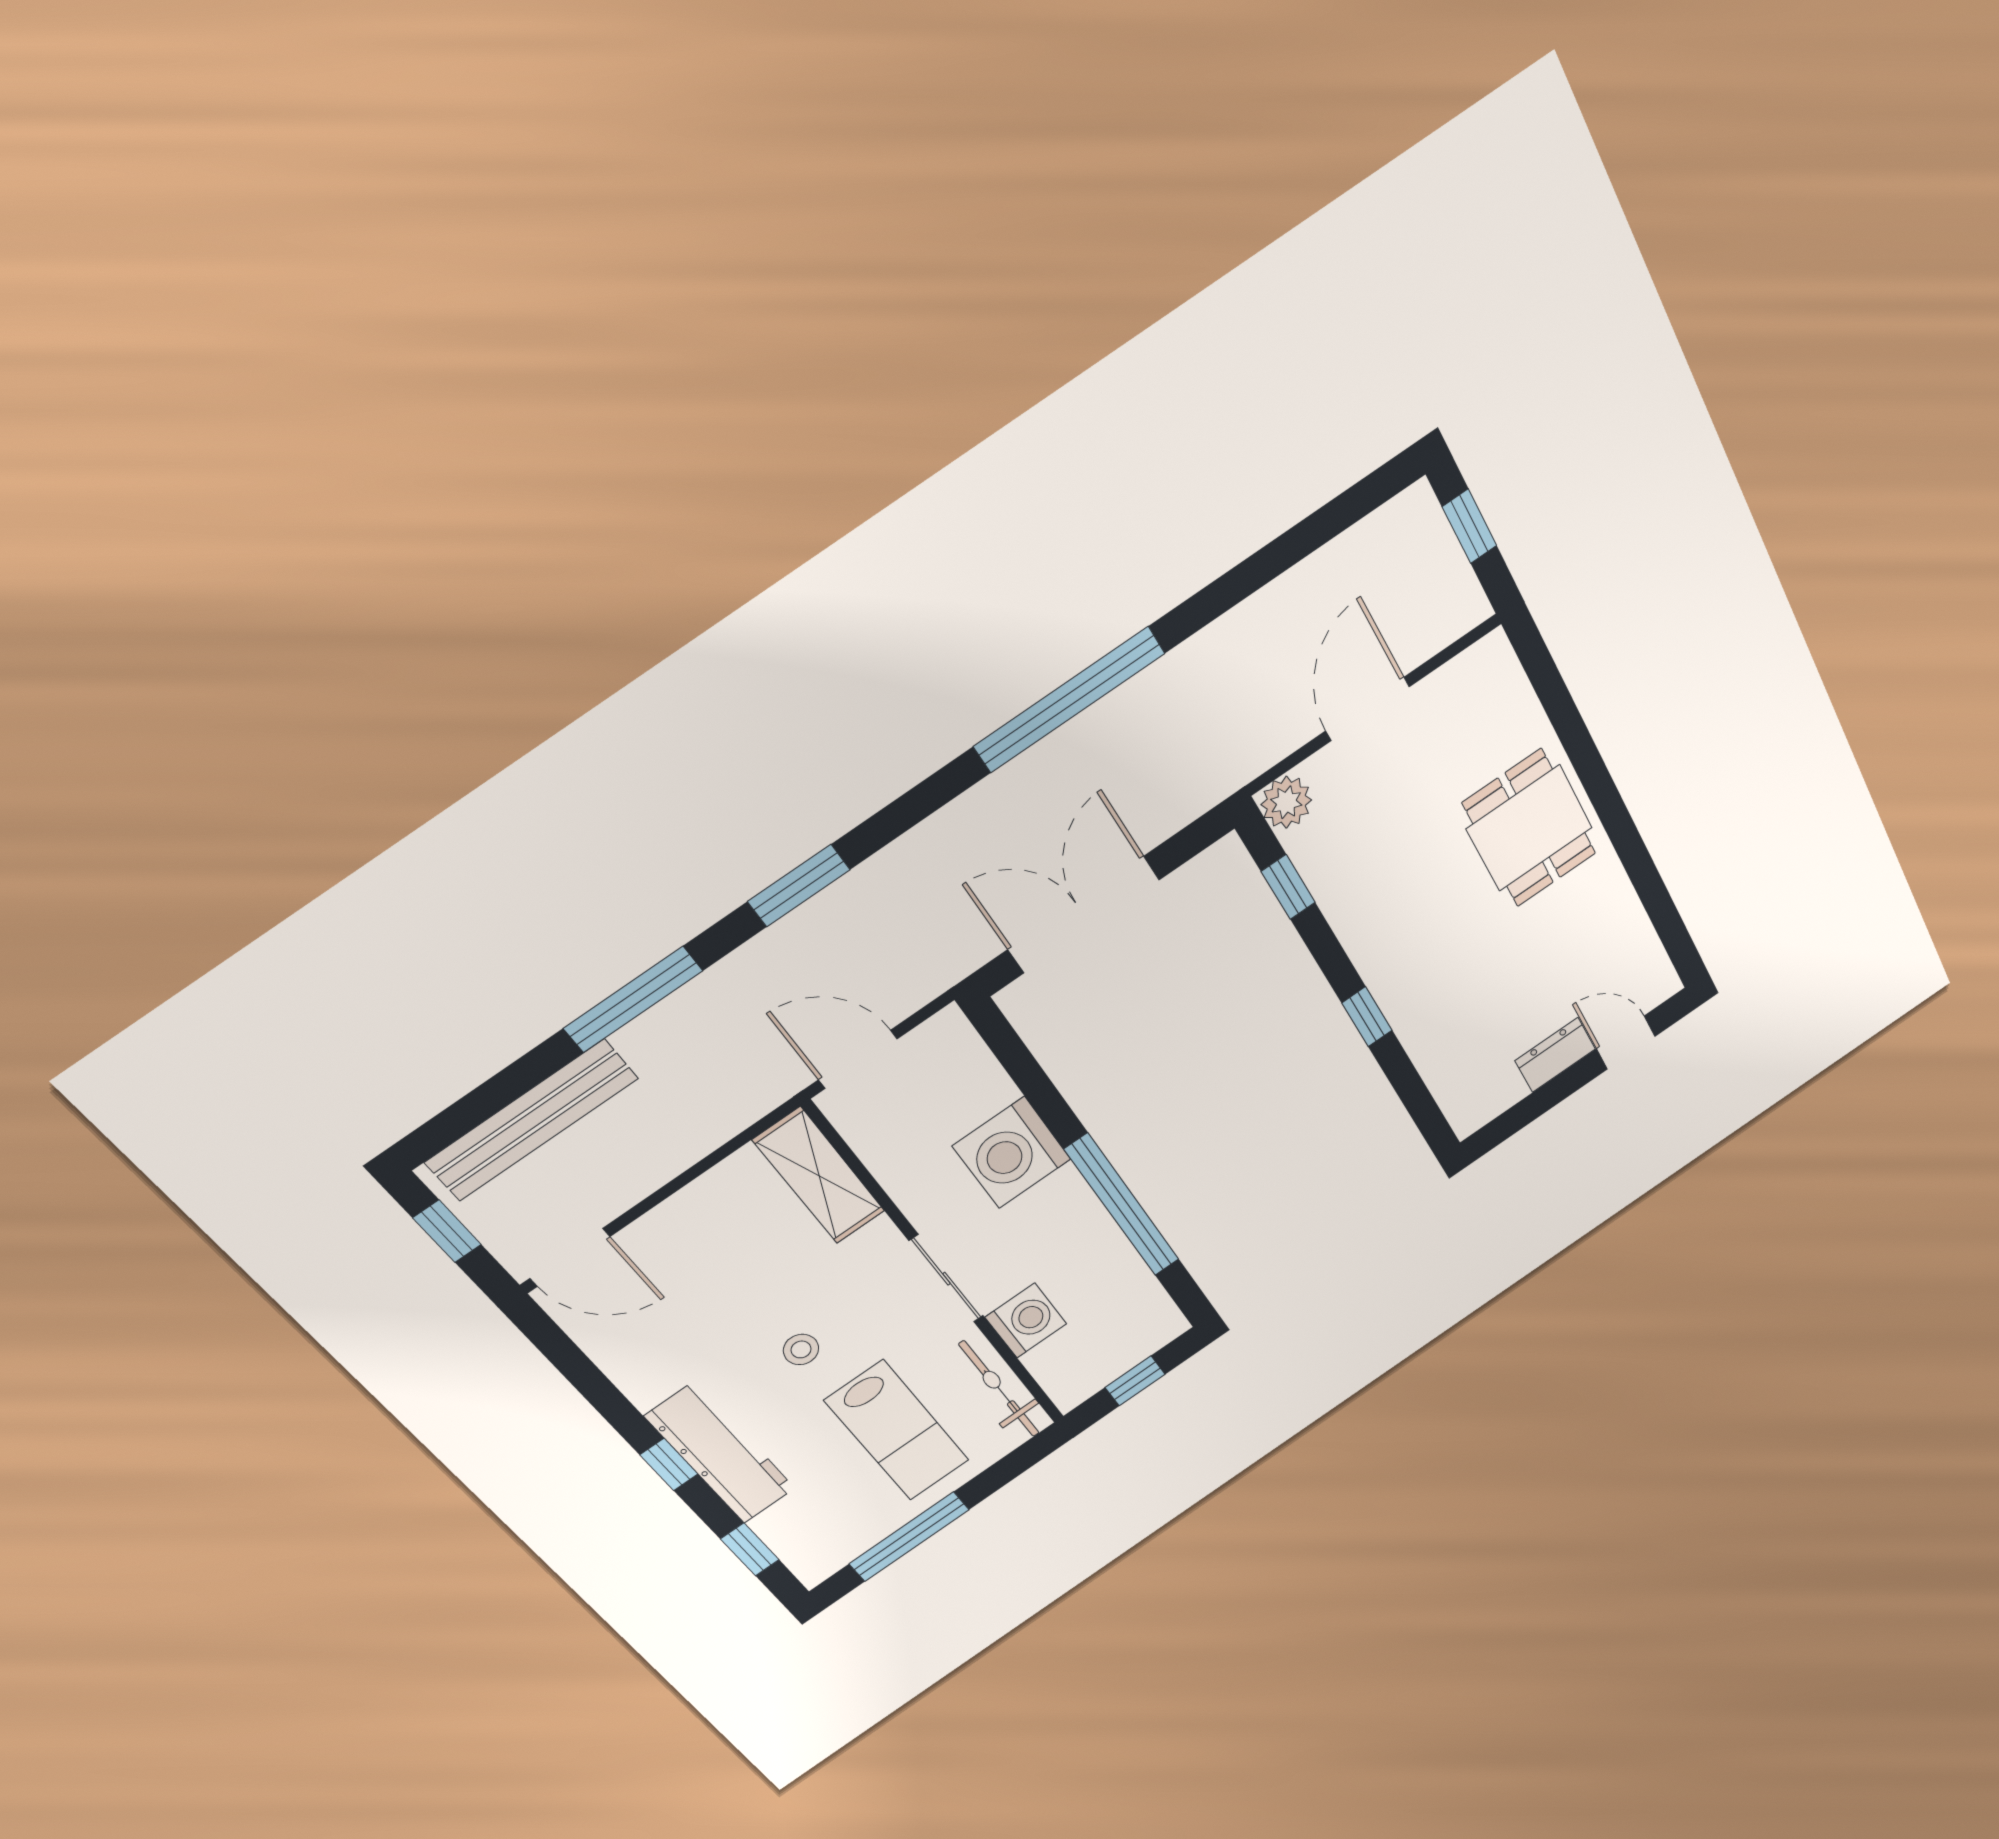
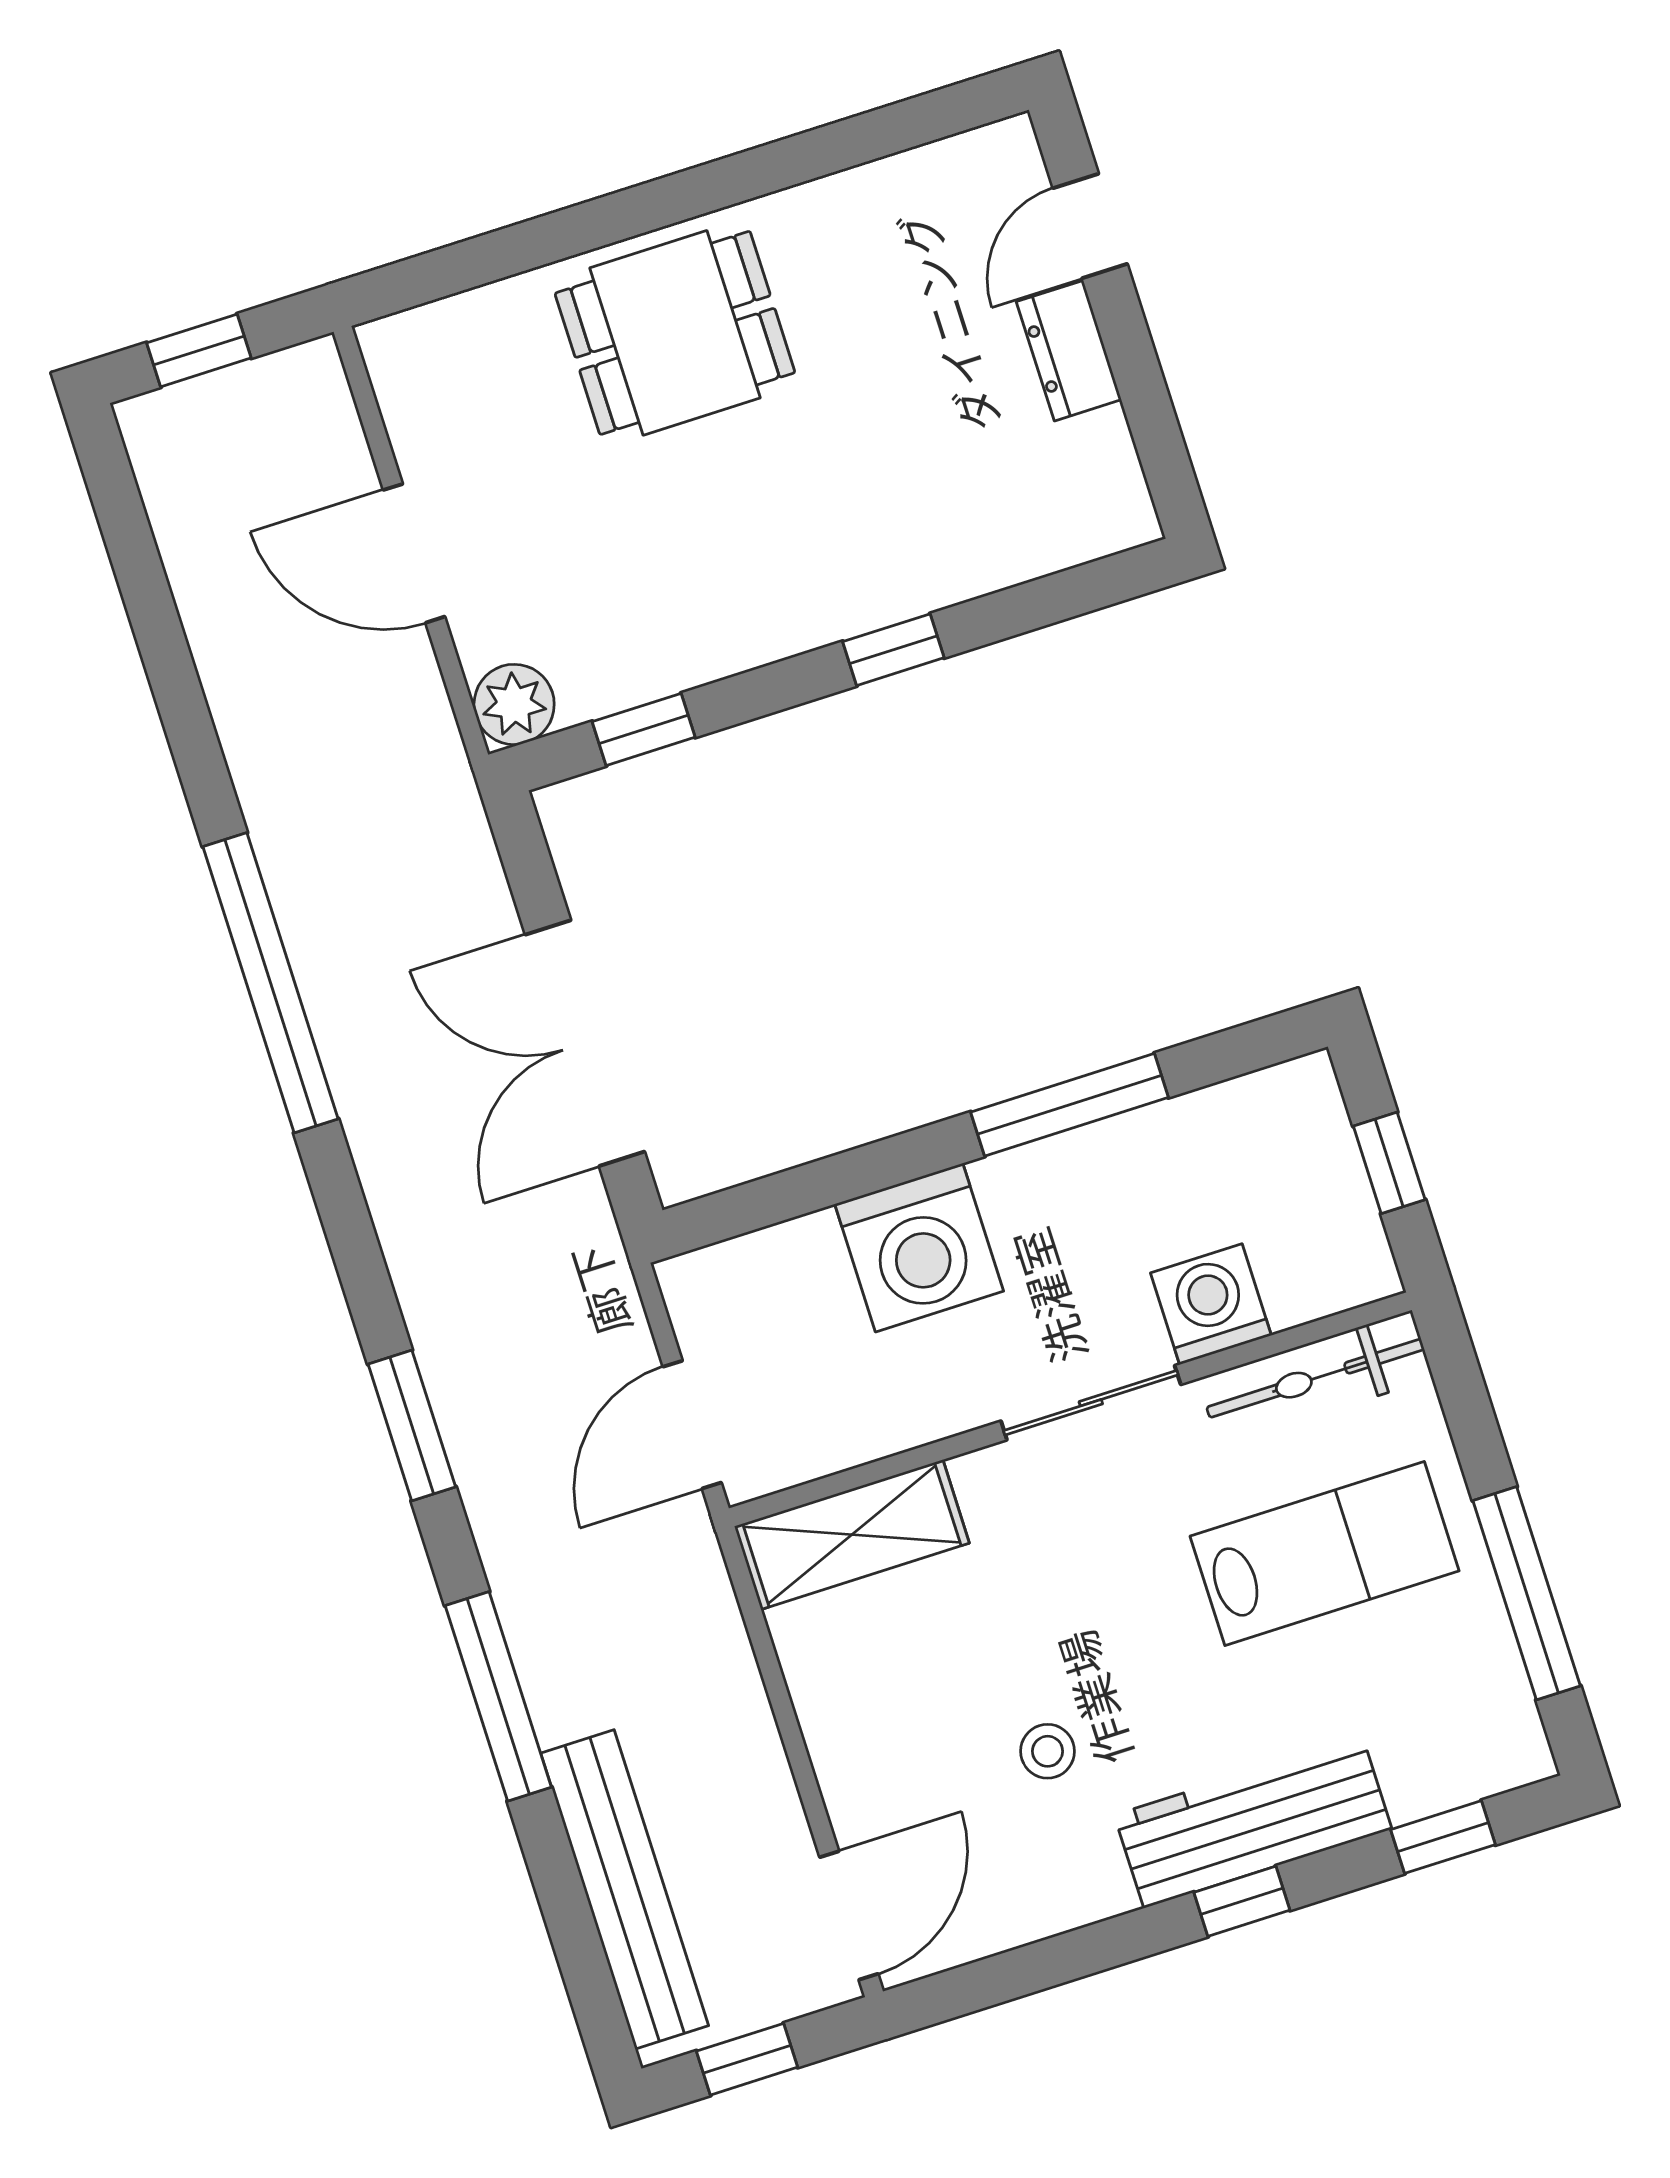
window: (1122, 1205) -> (1069, 1105), width x0.68
stool: (801, 1349) -> (1048, 1751), moved

